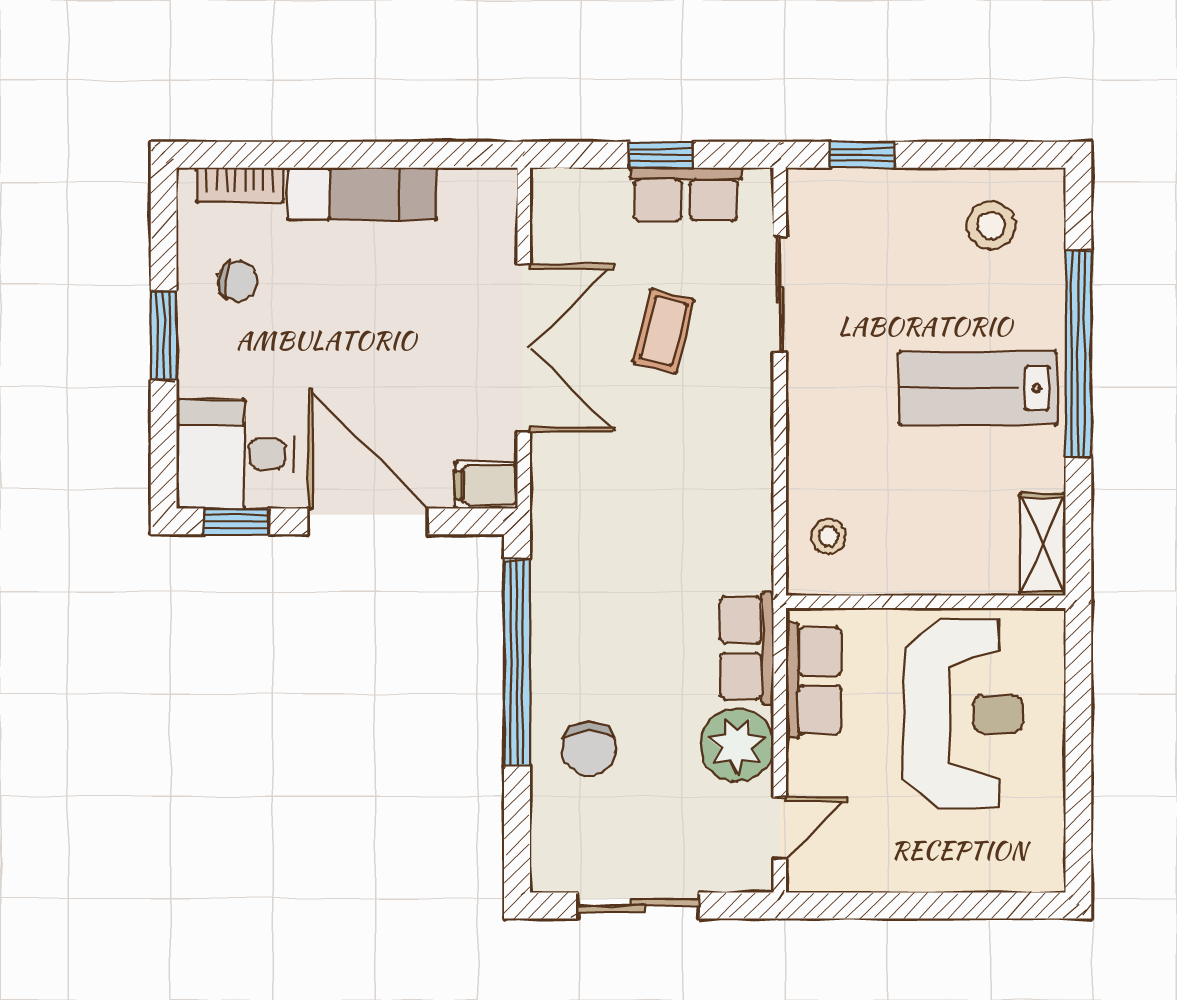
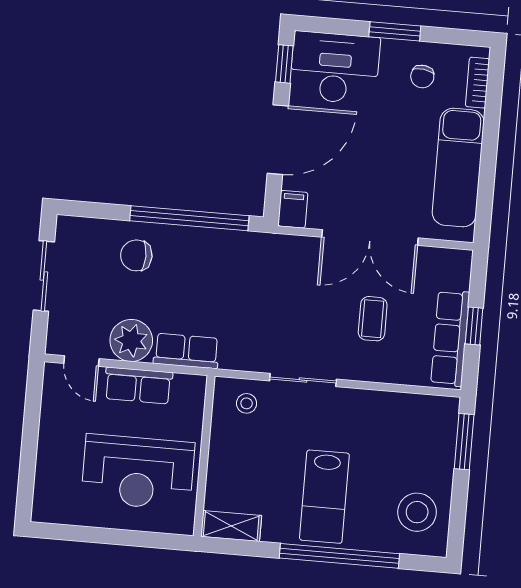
window: (862, 155) -> (464, 442), width x1.50
exam couch: (362, 194) -> (458, 168), width x1.36, depth x1.45
row of seats: (686, 194) -> (450, 338), width x1.48
stool: (991, 226) -> (417, 512), width x1.38, depth x1.38
sliding door: (780, 294) -> (303, 380), moved
coffee table: (664, 331) -> (373, 319), turned 76
lab bench: (978, 388) -> (324, 497), turned 180
desk: (235, 454) -> (335, 68), width x1.37
row of seats: (814, 681) -> (138, 386), moved

